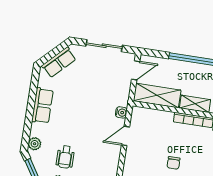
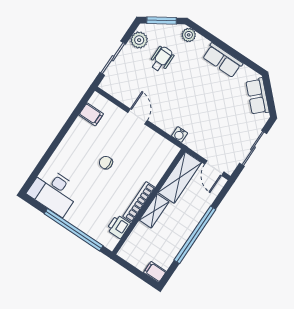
door: (126, 136) -> (138, 116), moved
wheelchair: (65, 157) -> (162, 59), turned 90

